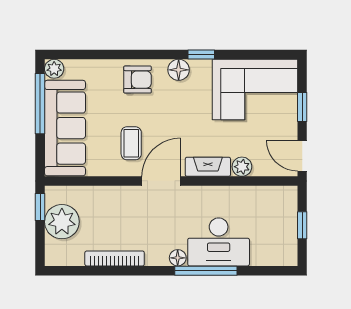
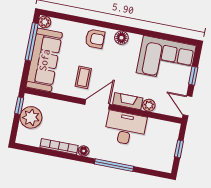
window: (201, 55) -> (137, 31), removed
desk: (219, 242) -> (125, 128), moved, turned 180
floor lamp: (178, 258) -> (84, 151), moved

